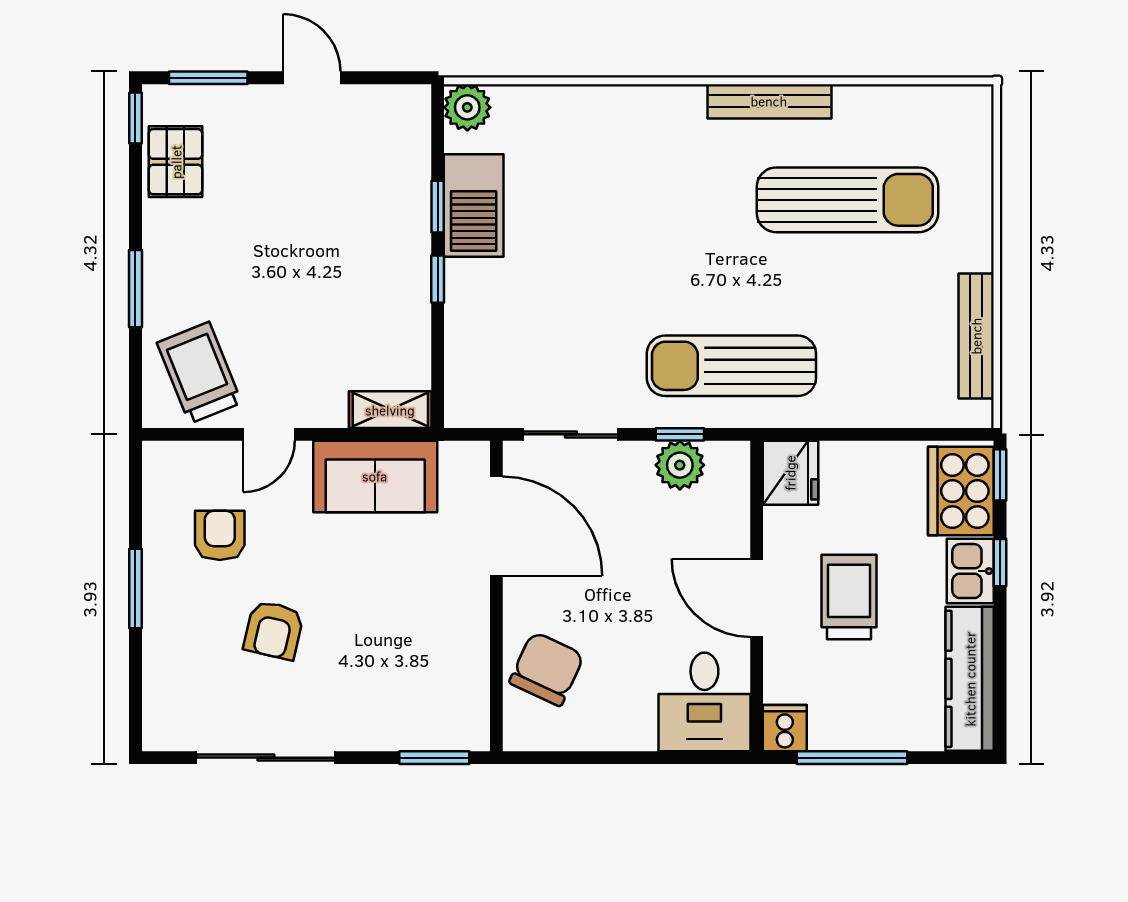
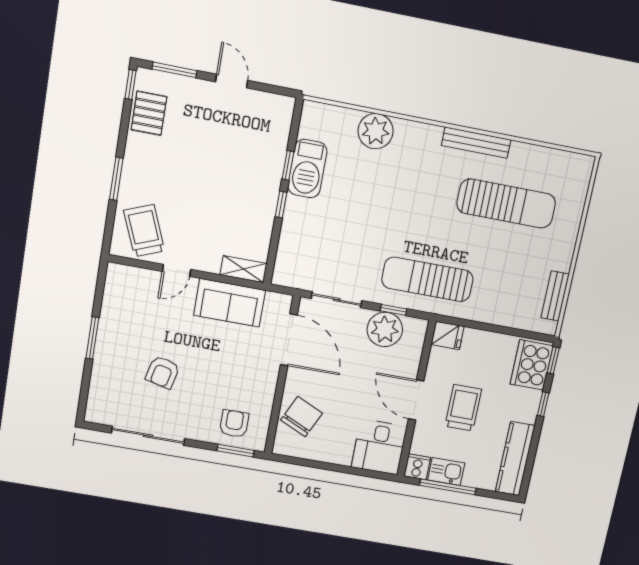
plant: (467, 107) -> (376, 131), moved, width x1.36, depth x1.36
bench: (976, 336) -> (555, 296), width x0.73
plant: (680, 465) -> (385, 329), width x1.36, depth x1.36
fridge: (790, 473) -> (448, 335), width x0.72
armchair: (220, 535) -> (234, 424), moved
kitchen sink: (970, 571) -> (446, 472), moved, turned 90

